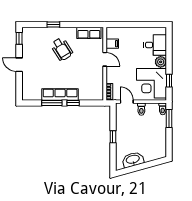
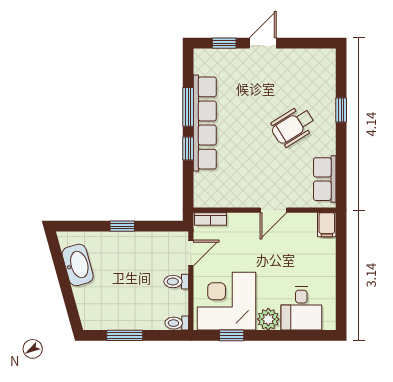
window: (19, 38) -> (224, 43), moved
filing cabinet: (112, 44) -> (327, 225), moved
row of seats: (60, 94) -> (205, 123), width x1.36
window: (169, 118) -> (125, 335), moved

